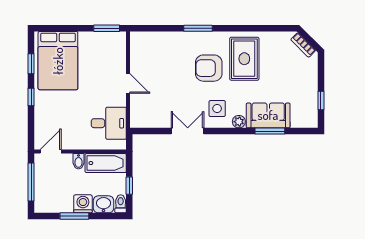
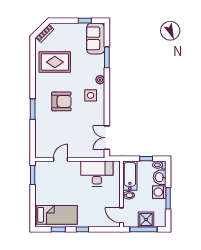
rug: (244, 59) -> (55, 62), moved
bed: (58, 61) -> (56, 215), width x0.67
armchair: (209, 68) -> (61, 101), turned -90
door: (128, 83) -> (60, 160), moved
sofa: (268, 115) -> (96, 38), moved
desk: (109, 123) -> (97, 173), width x1.37
double door: (188, 131) -> (107, 138), moved
shower: (45, 185) -> (146, 220), added

